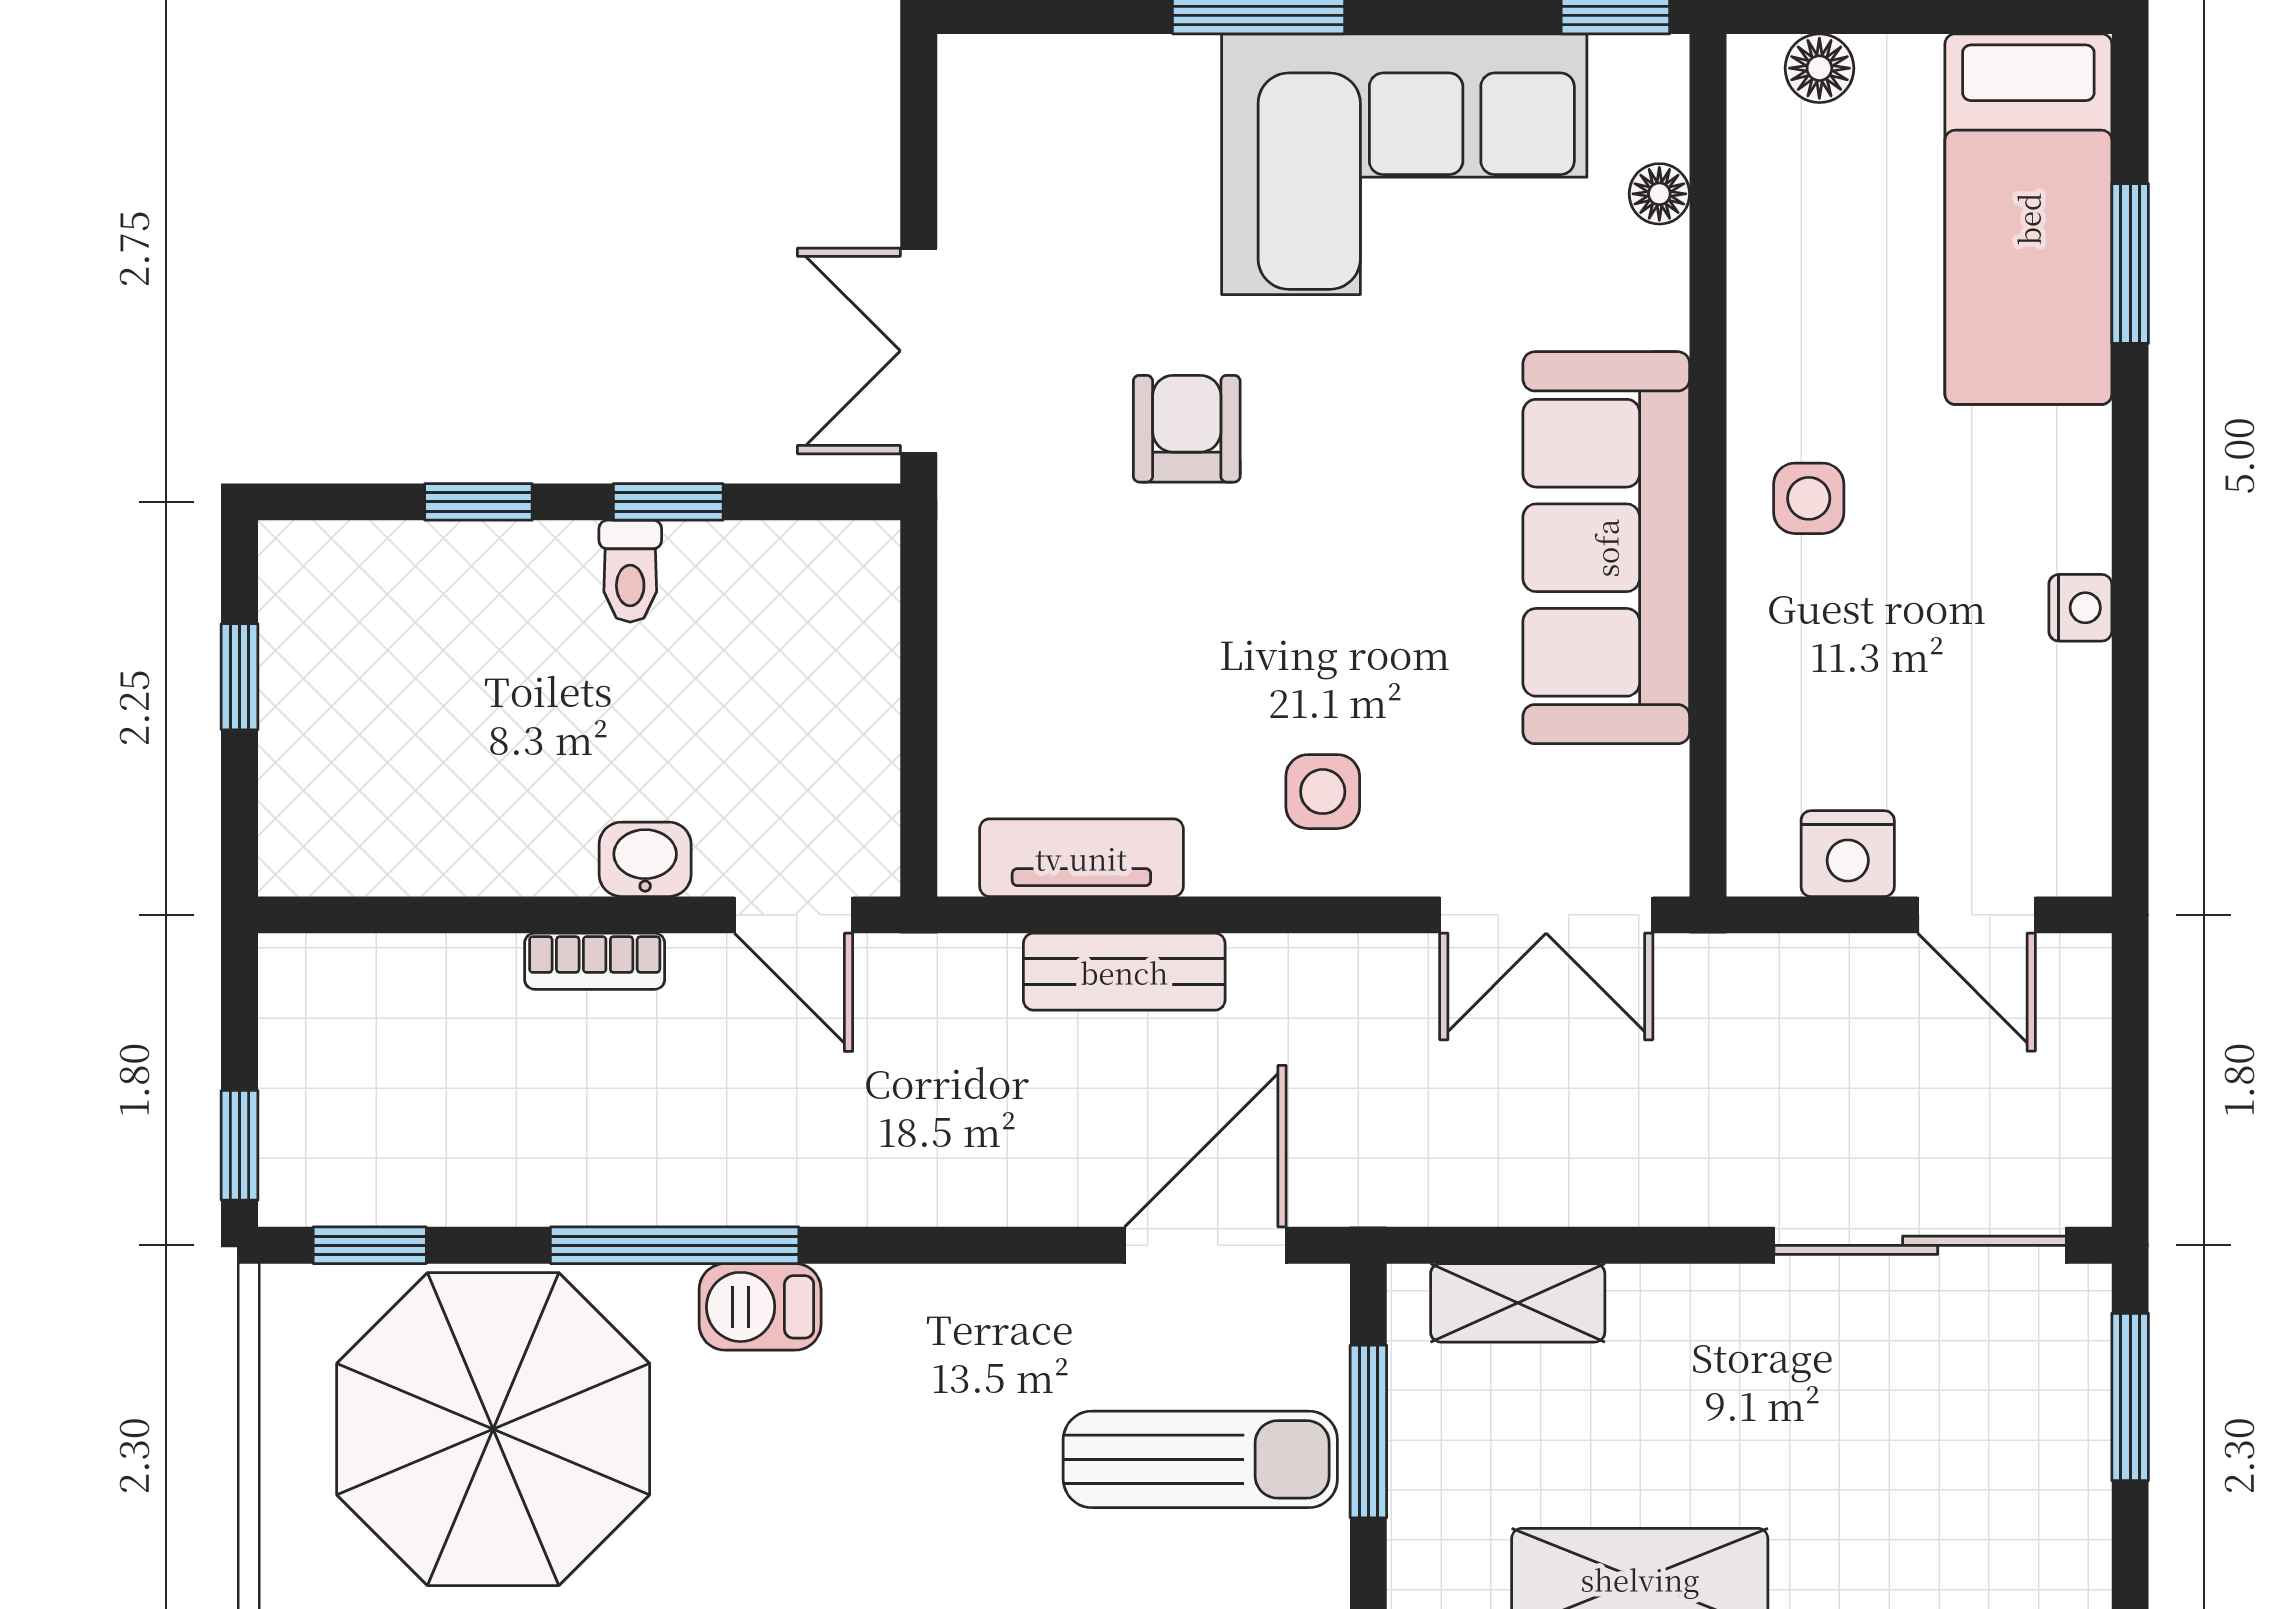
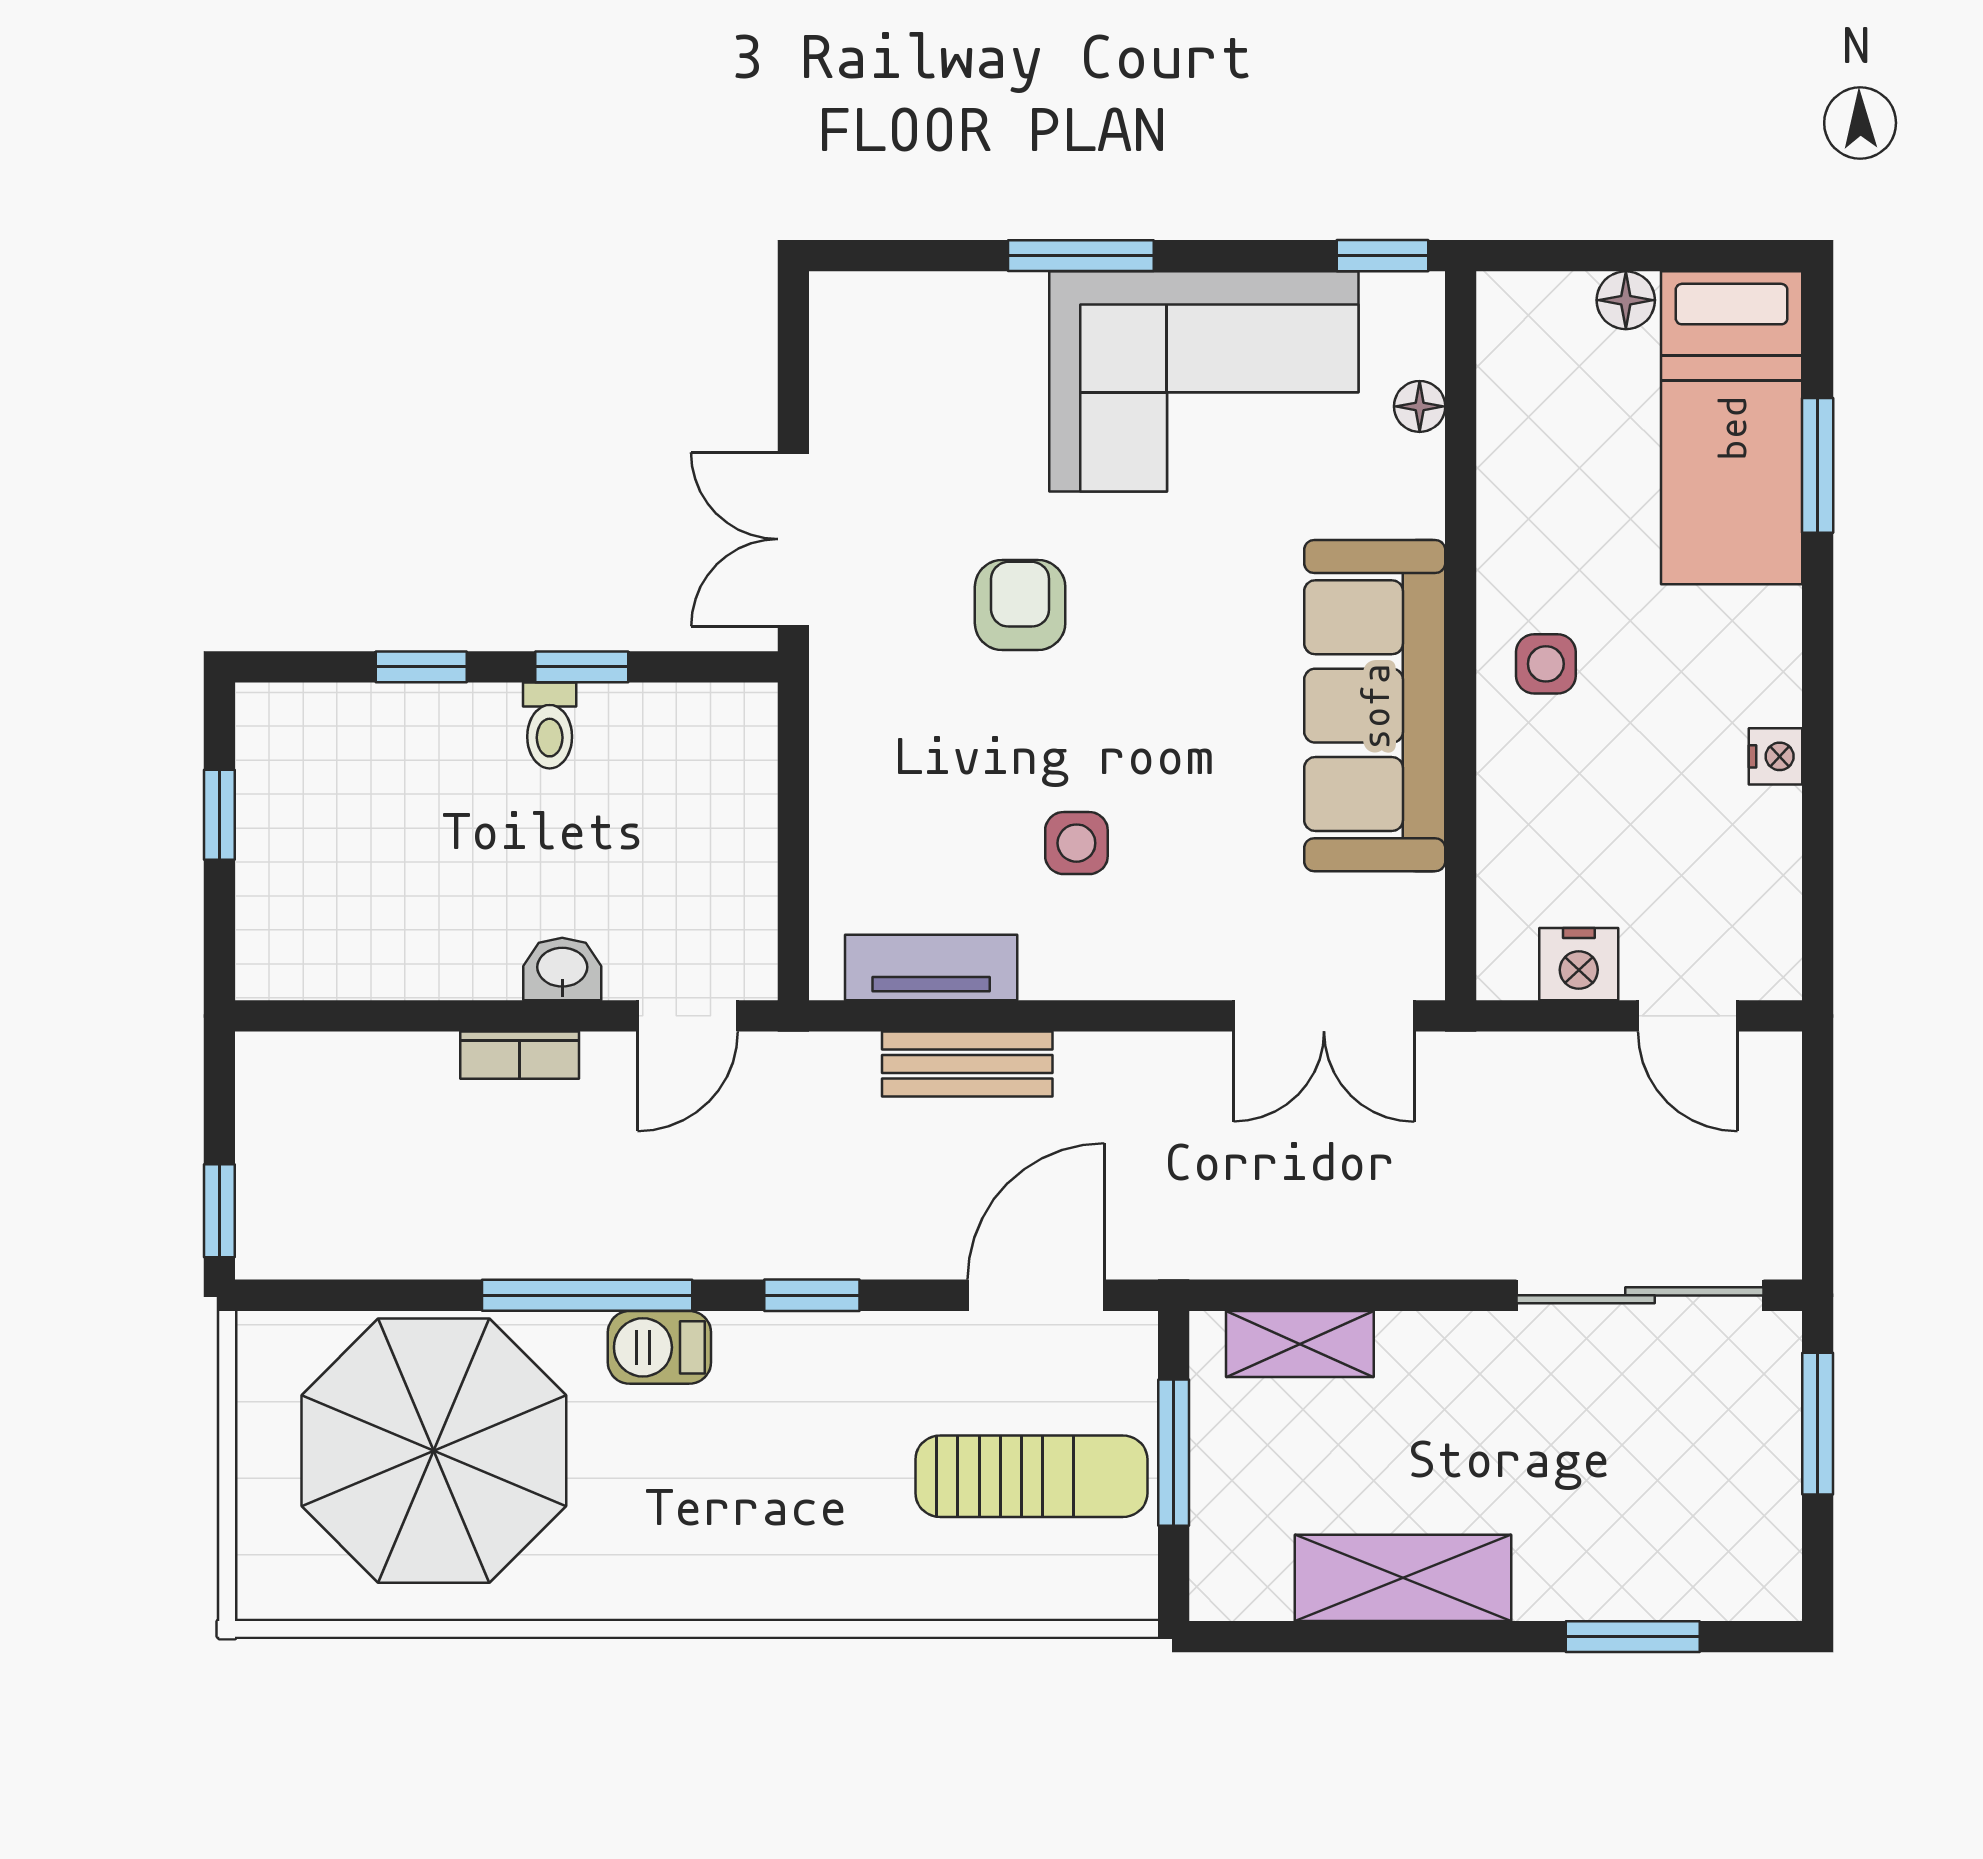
floor lamp: (1819, 68) -> (1626, 300), moved
side table: (1323, 792) -> (1076, 843), moved
door: (794, 915) -> (688, 1016), hinge flipped
window: (370, 1245) -> (812, 1295), moved

